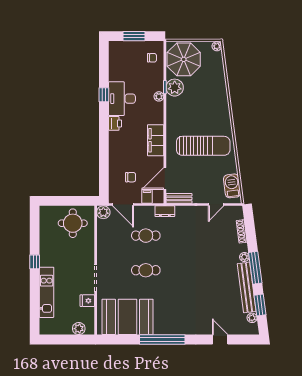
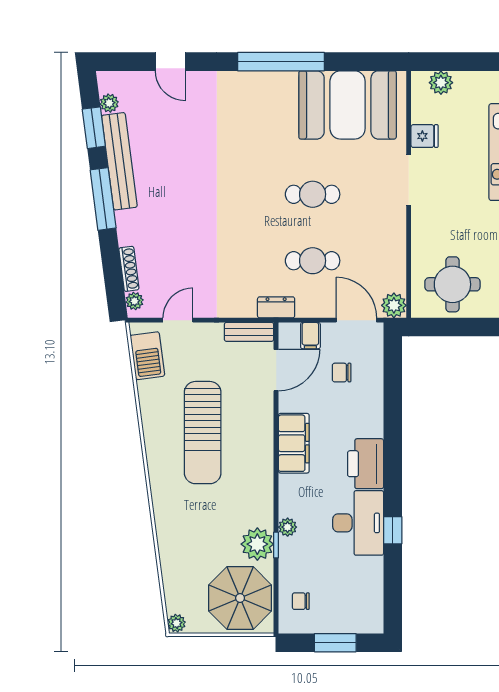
printer: (115, 123) -> (366, 464), width x1.87, depth x1.48
sun lounger: (203, 146) -> (203, 433), turned -90
plant: (244, 257) -> (134, 301), moved

